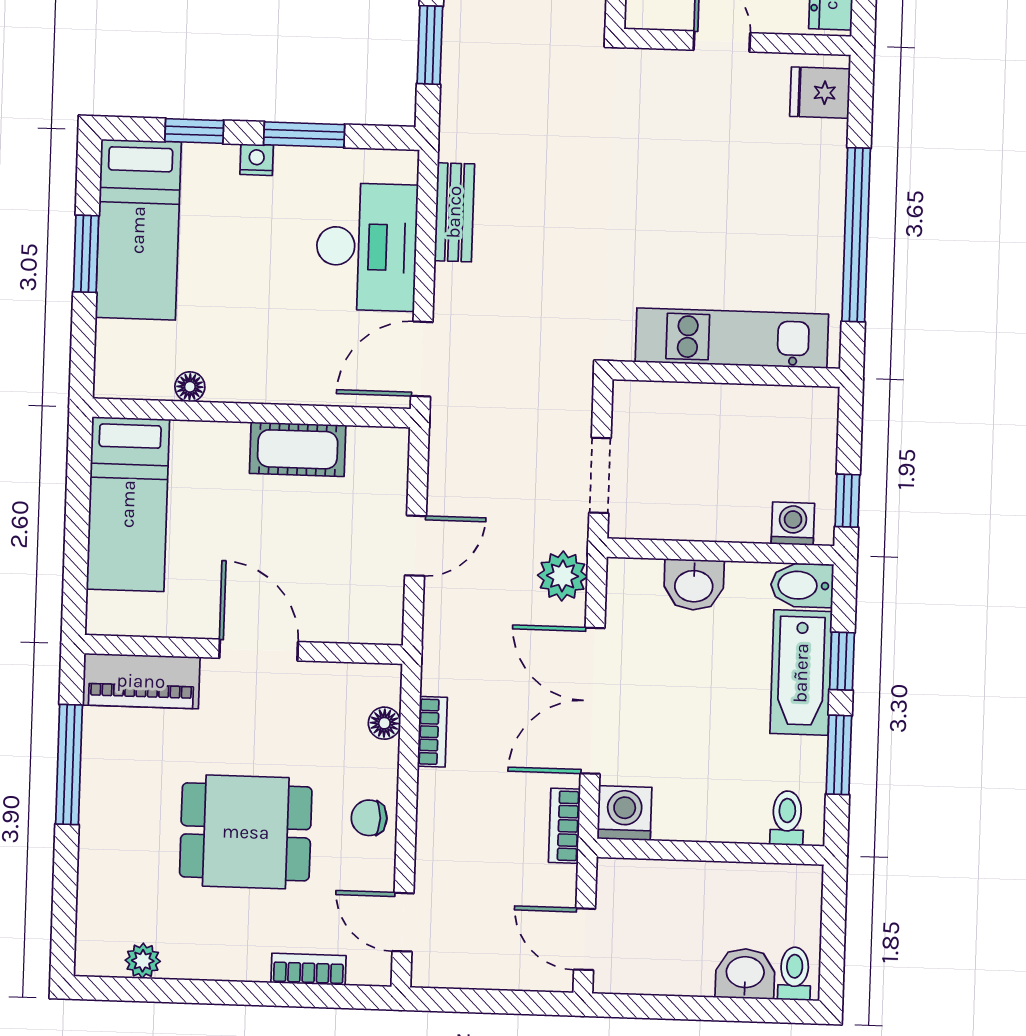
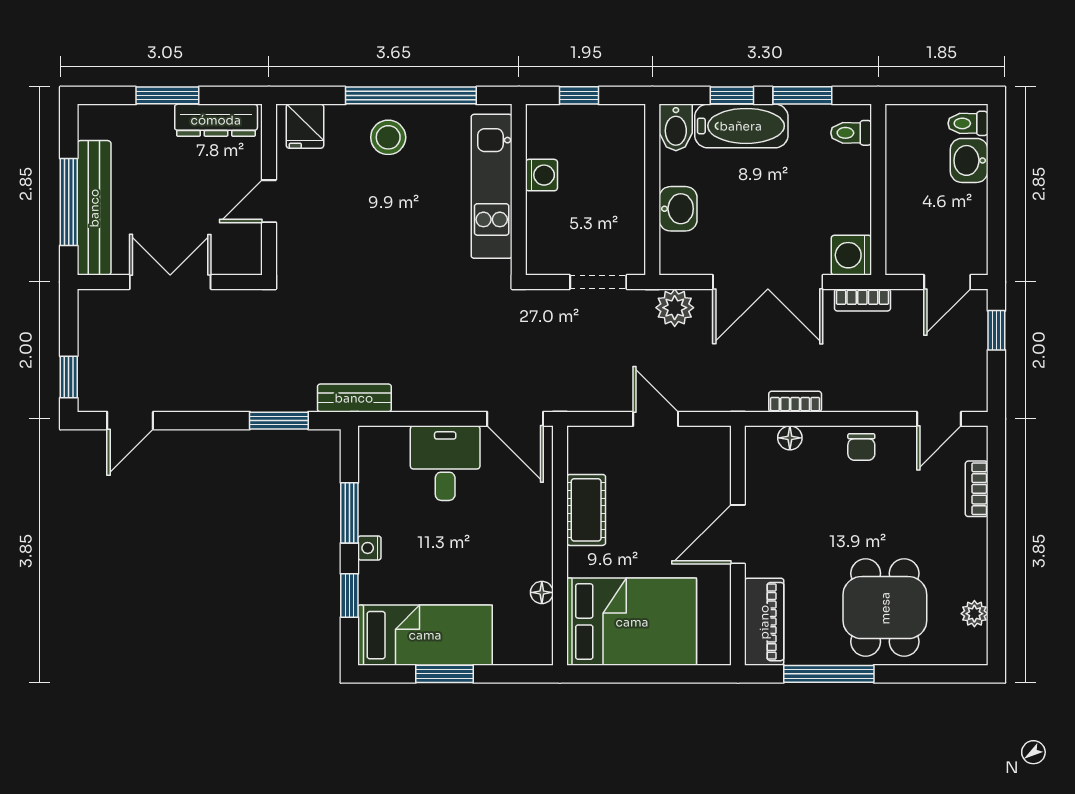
stool: (801, 203) -> (388, 137), added
bench: (454, 212) -> (354, 398), moved
desk: (367, 247) -> (445, 463), width x0.73
window: (847, 501) -> (579, 95), moved
bed: (128, 504) -> (632, 622), width x1.50
washing machine: (793, 524) -> (542, 175), moved, turned 180
dining table: (246, 832) -> (885, 608), moved
window: (518, 1002) -> (996, 330), added

